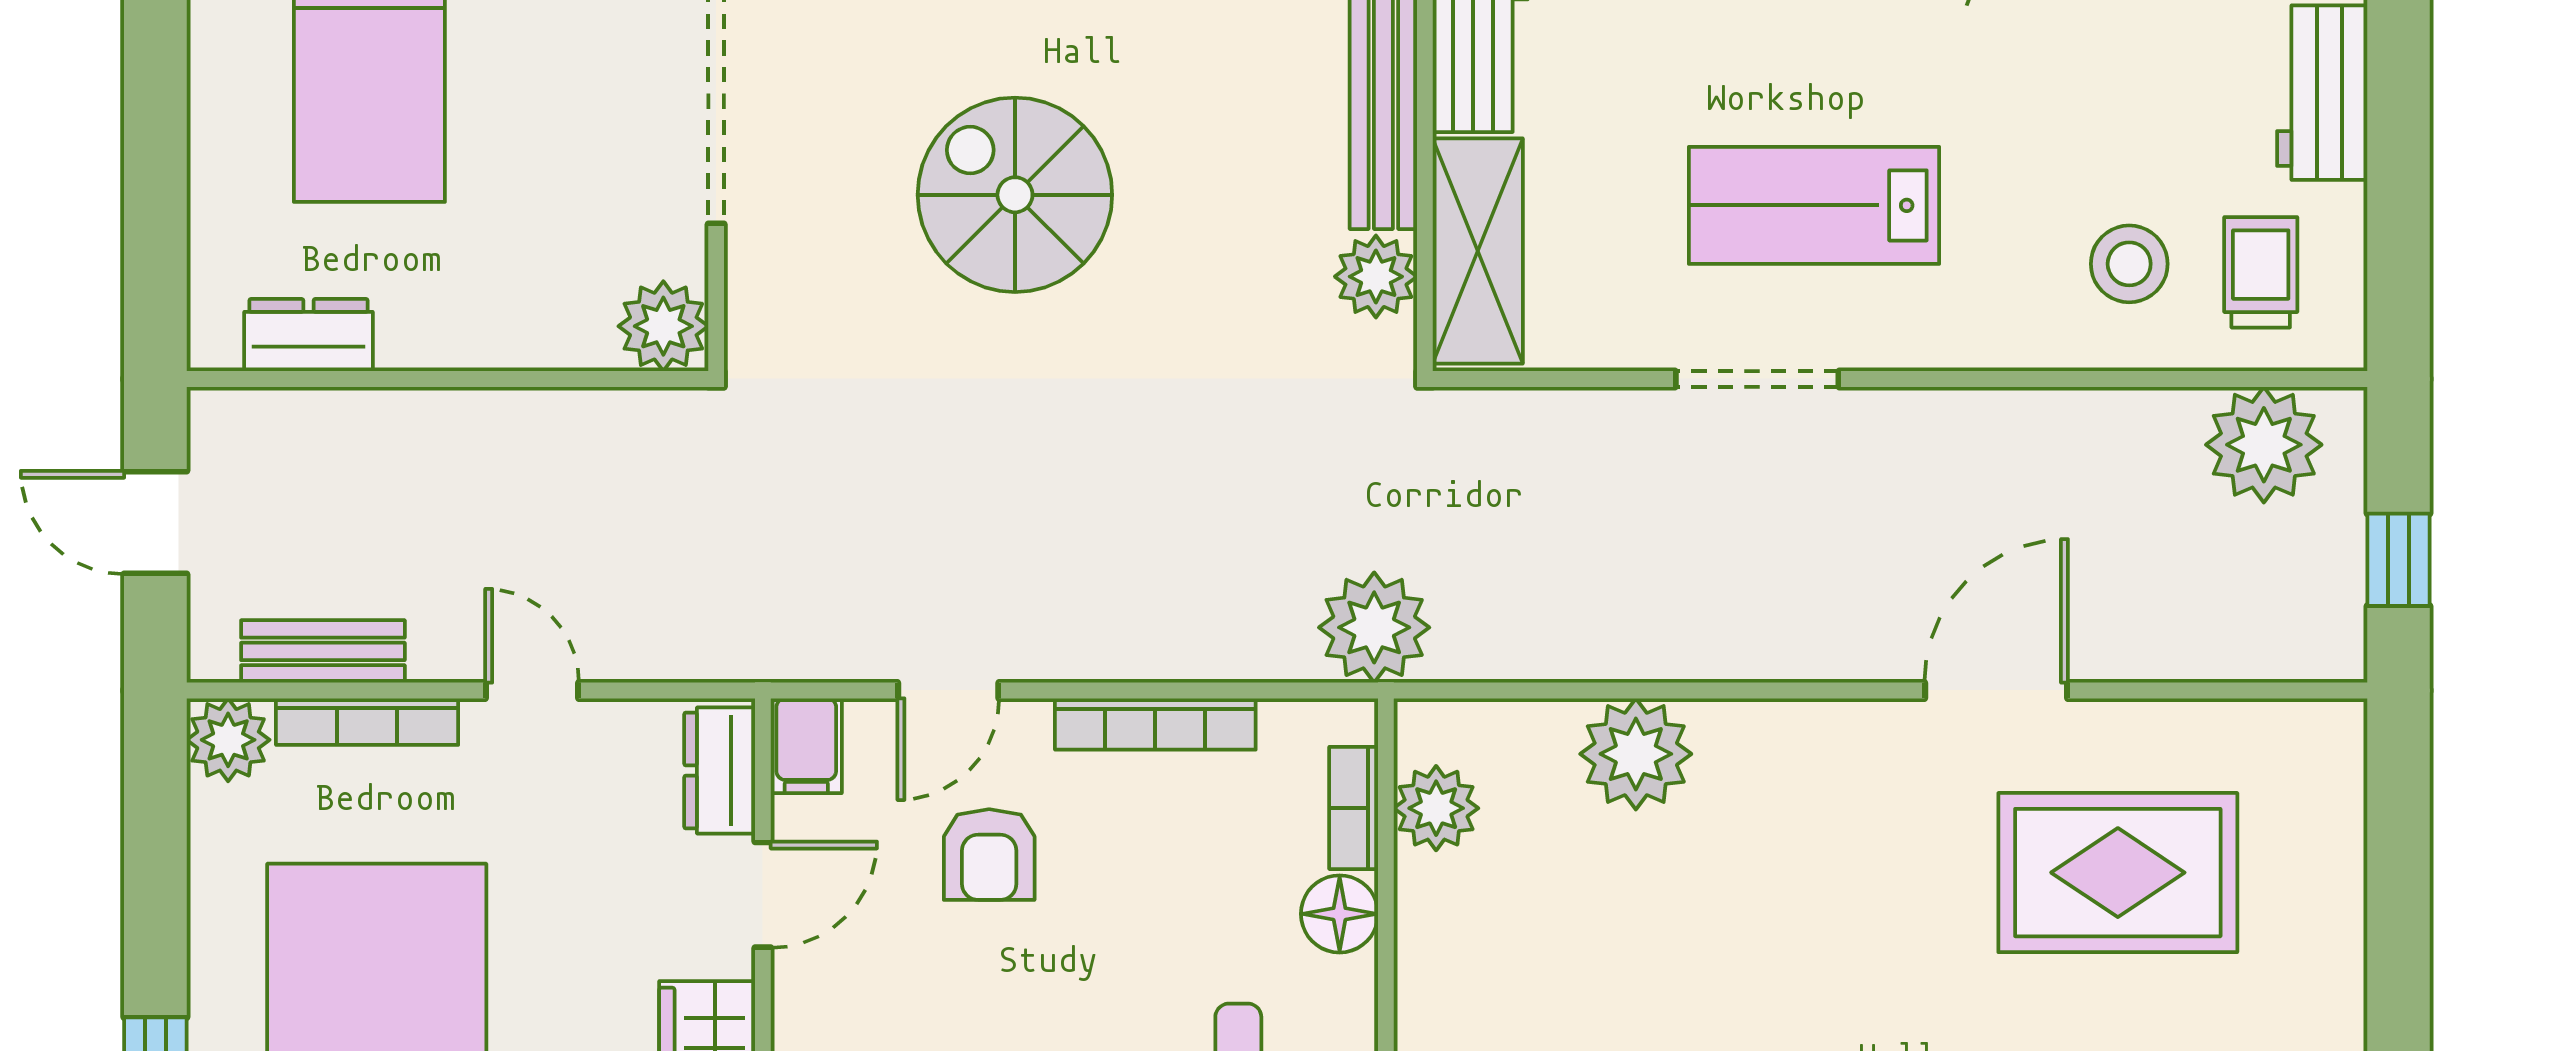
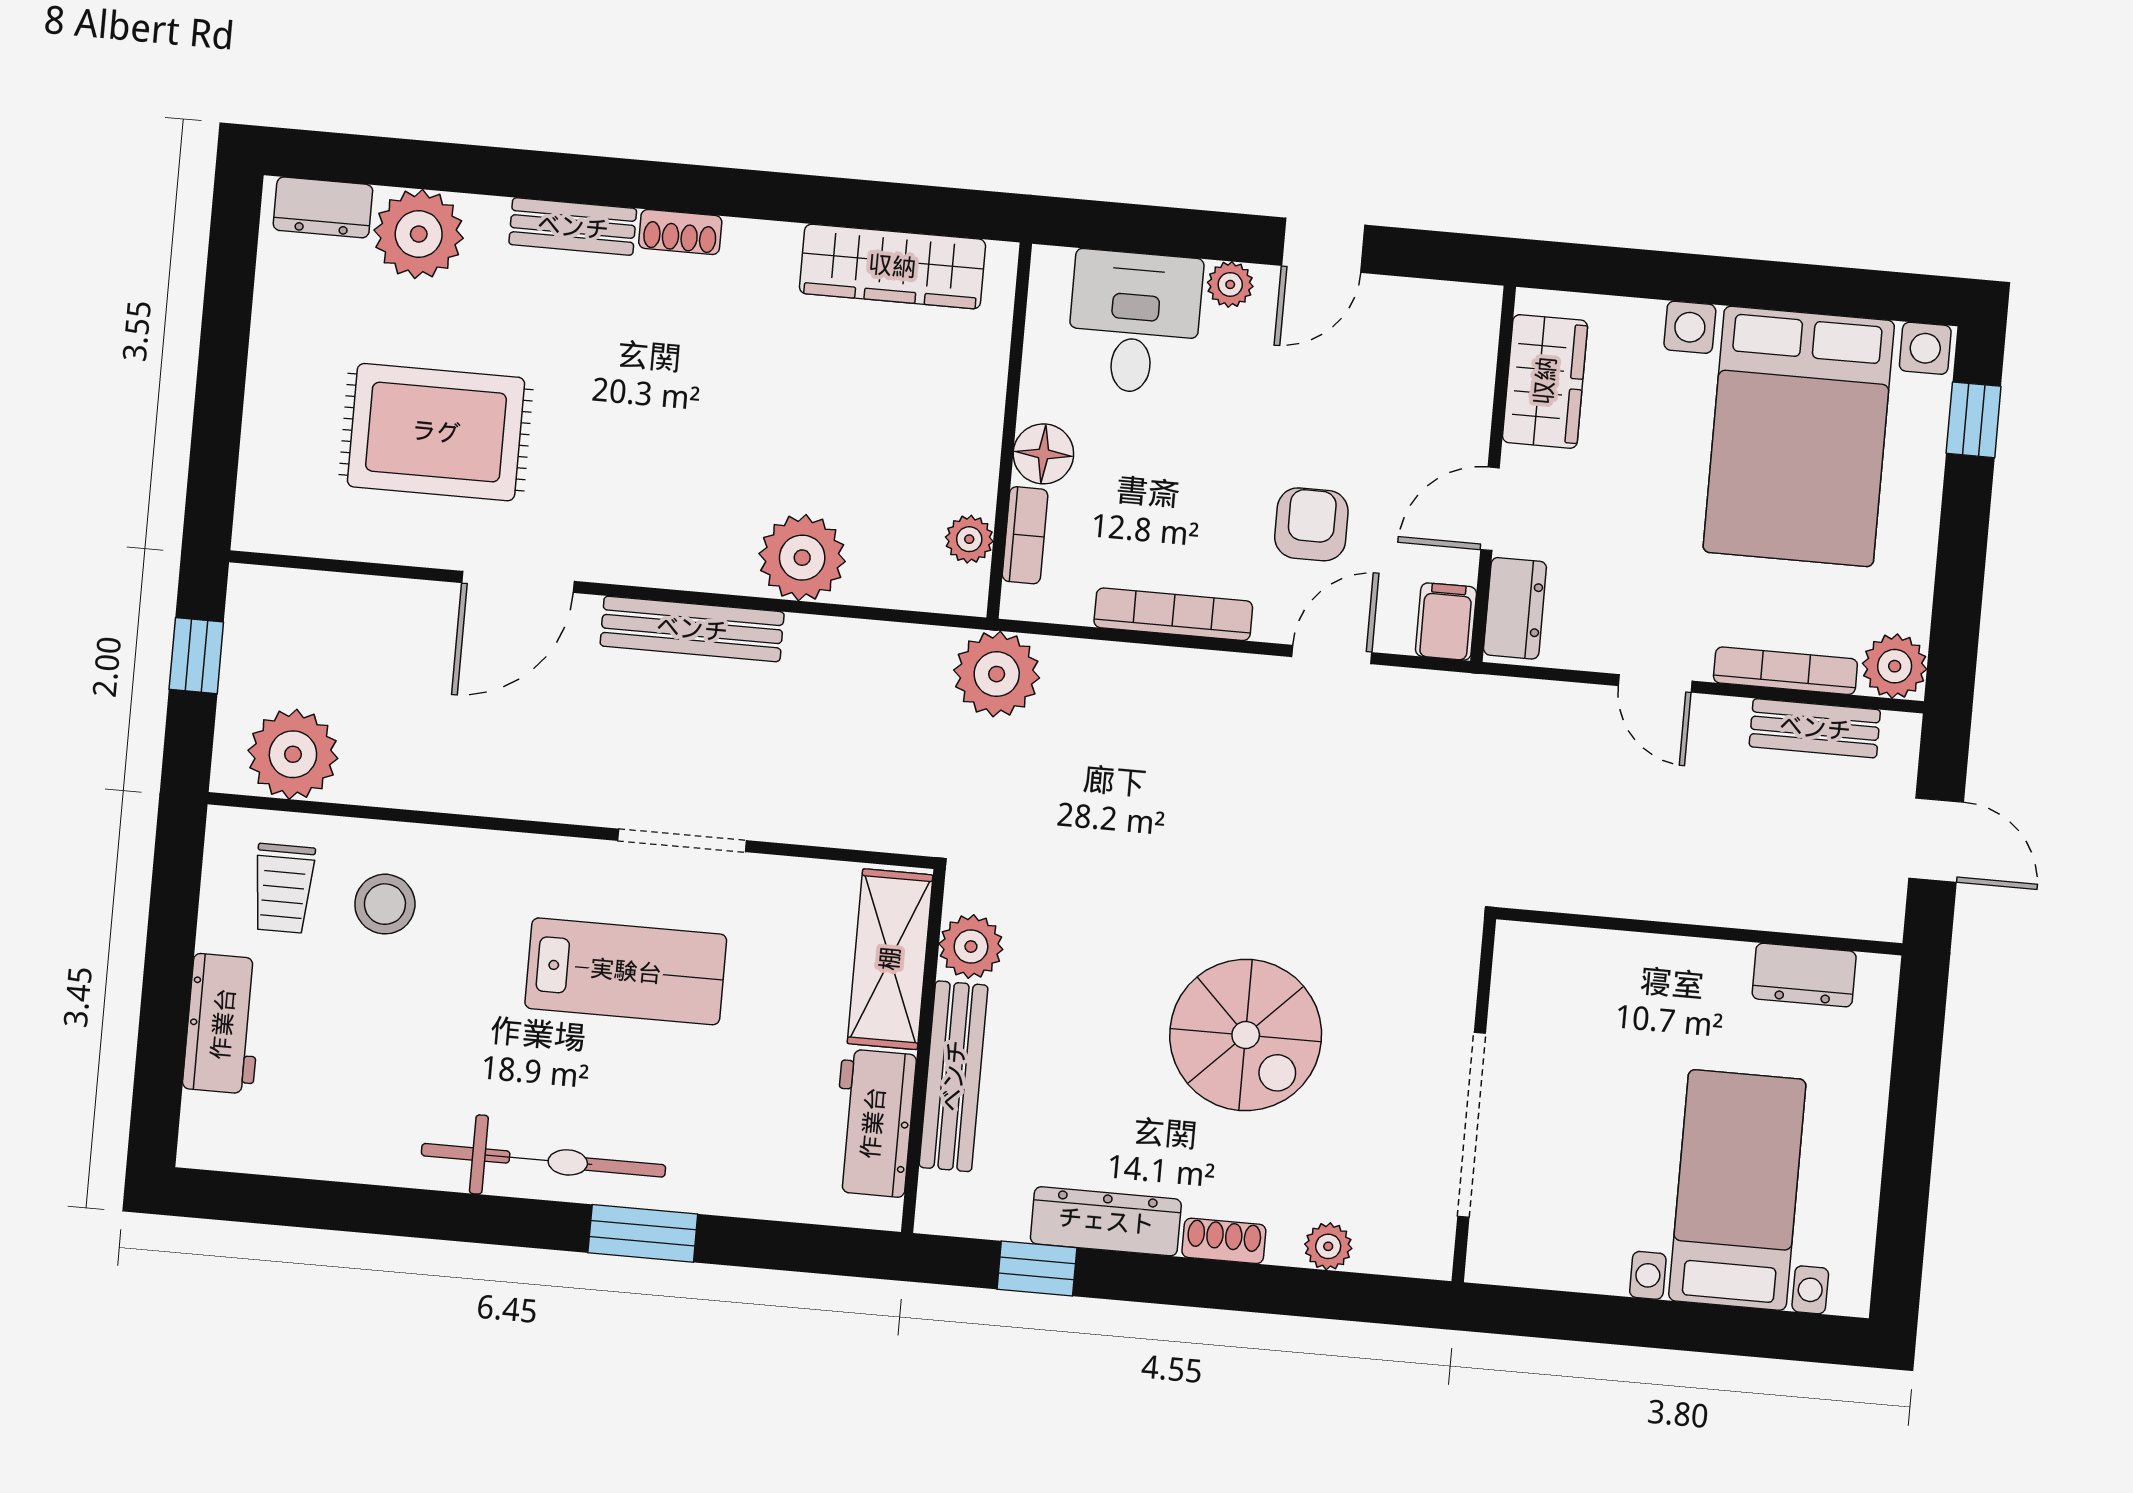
plant: (663, 326) -> (1528, 957), removed
bench: (1768, 650) -> (692, 629), added
plant: (1436, 808) -> (969, 539), width x0.73, depth x0.73

